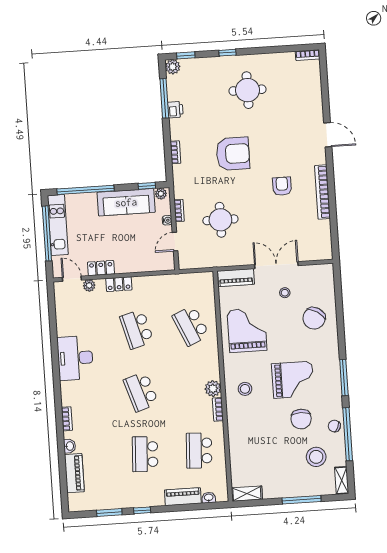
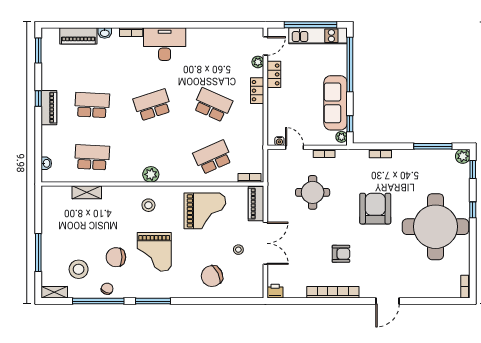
round table: (247, 90) -> (436, 227), width x1.86, depth x1.86
printer: (175, 110) -> (275, 291), moved, turned 180
armchair: (233, 154) -> (375, 209), turned 180
water cooler: (167, 220) -> (279, 141), moved
chair: (314, 318) -> (212, 276), turned -58
school desk: (137, 329) -> (213, 105), turned 39
desk: (75, 358) -> (165, 44), moved
bookcase: (218, 409) -> (250, 178), moved
shelving: (247, 494) -> (87, 192), moved, turned 90
piano: (183, 497) -> (49, 108), moved
window: (109, 513) -> (38, 51), moved

